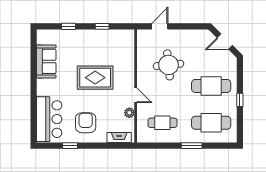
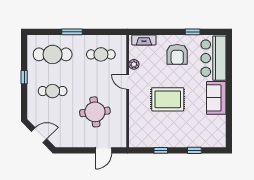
sofa: (46, 61) -> (216, 98), moved
cafe table: (211, 86) -> (53, 91), width x0.73, depth x0.74

